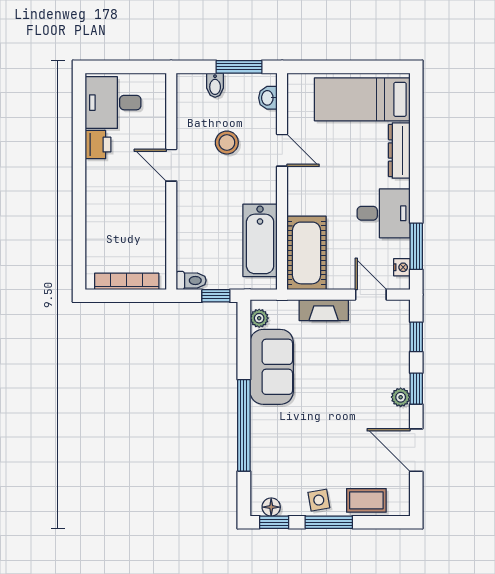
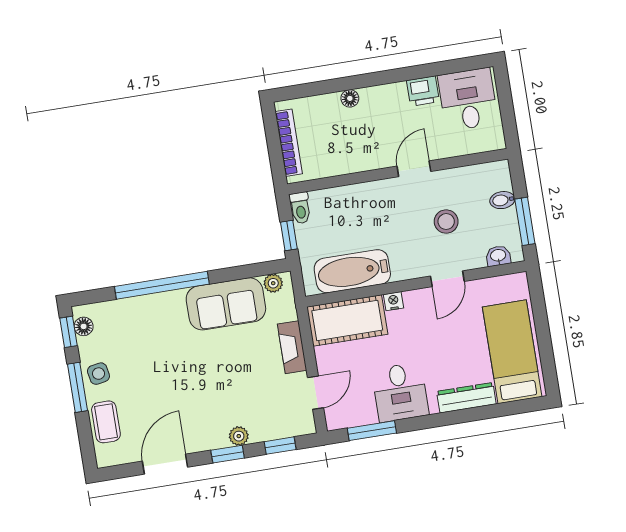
floor lamp: (94, 216) -> (350, 98), added
nightstand: (402, 267) -> (393, 301), moved, turned 180
plant: (401, 397) -> (239, 436), moved

